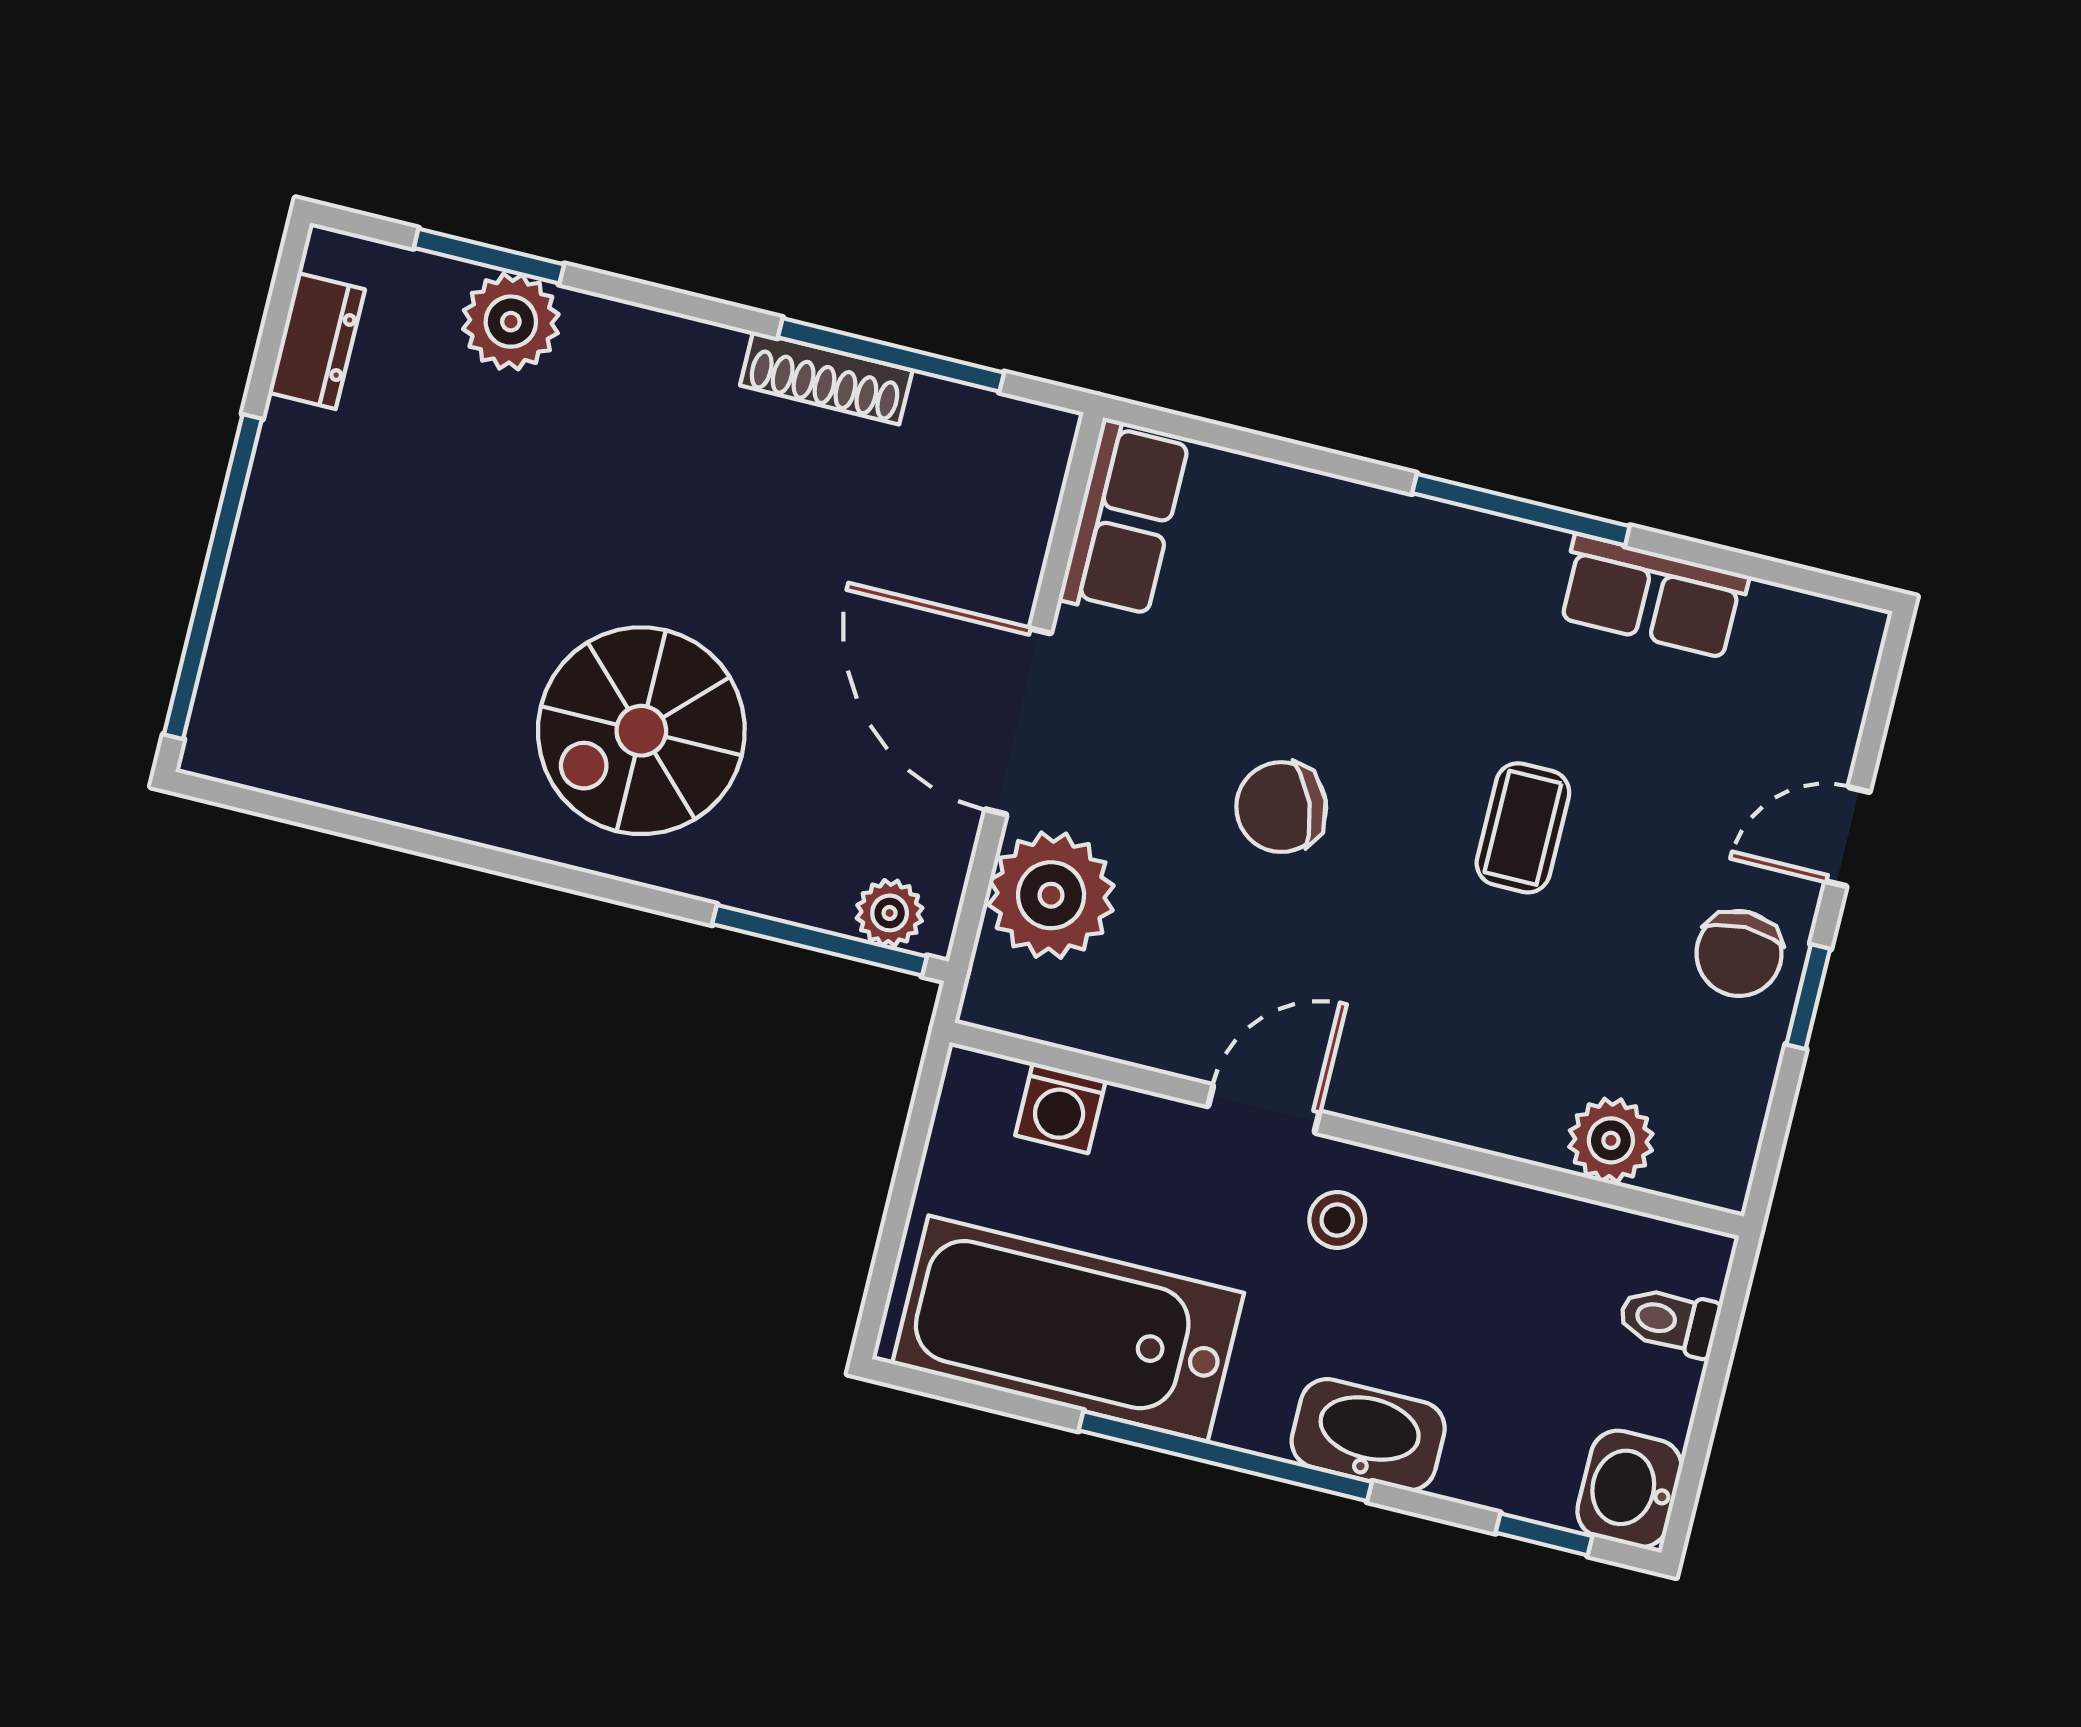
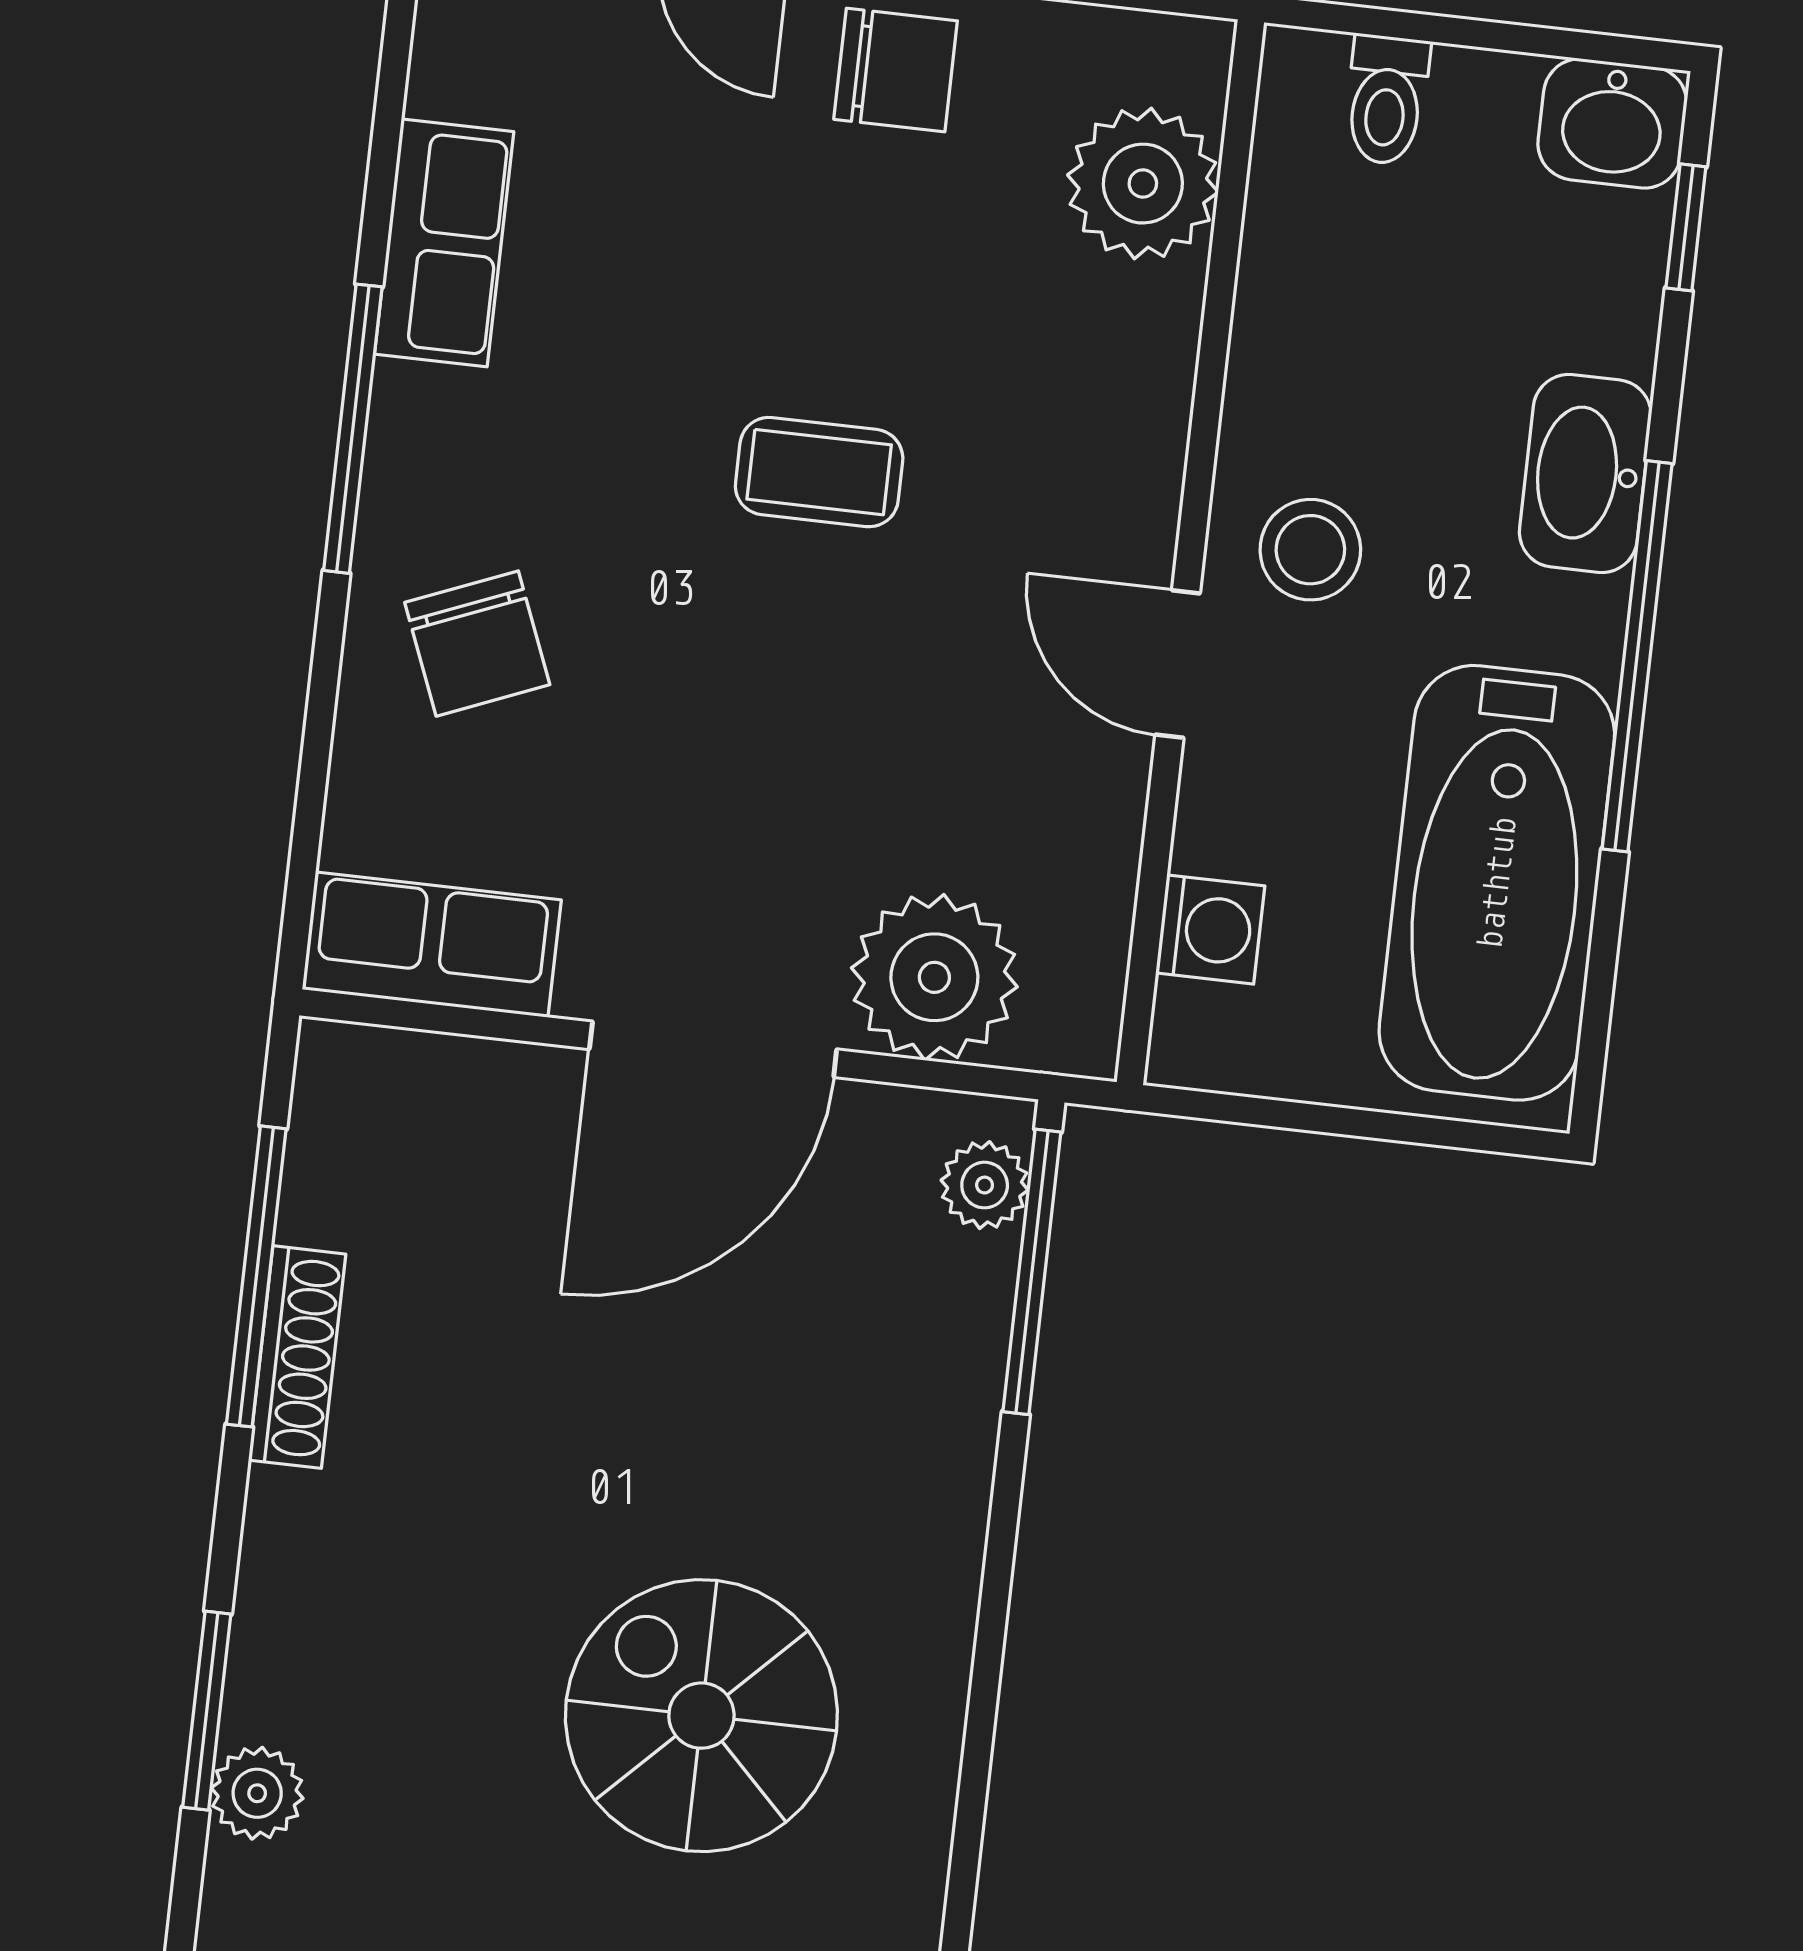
window: (489, 256) -> (207, 1711), moved
plant: (511, 322) -> (257, 1793), width x0.73, depth x0.73
spiral stairs: (641, 731) -> (701, 1716), moved, turned 180
chair: (1281, 807) -> (477, 644), moved
coffee table: (1523, 828) -> (819, 472), moved
plant: (1611, 1140) -> (1143, 184), width x1.36, depth x1.36
stool: (1337, 1220) -> (1310, 550), width x1.37, depth x1.37

